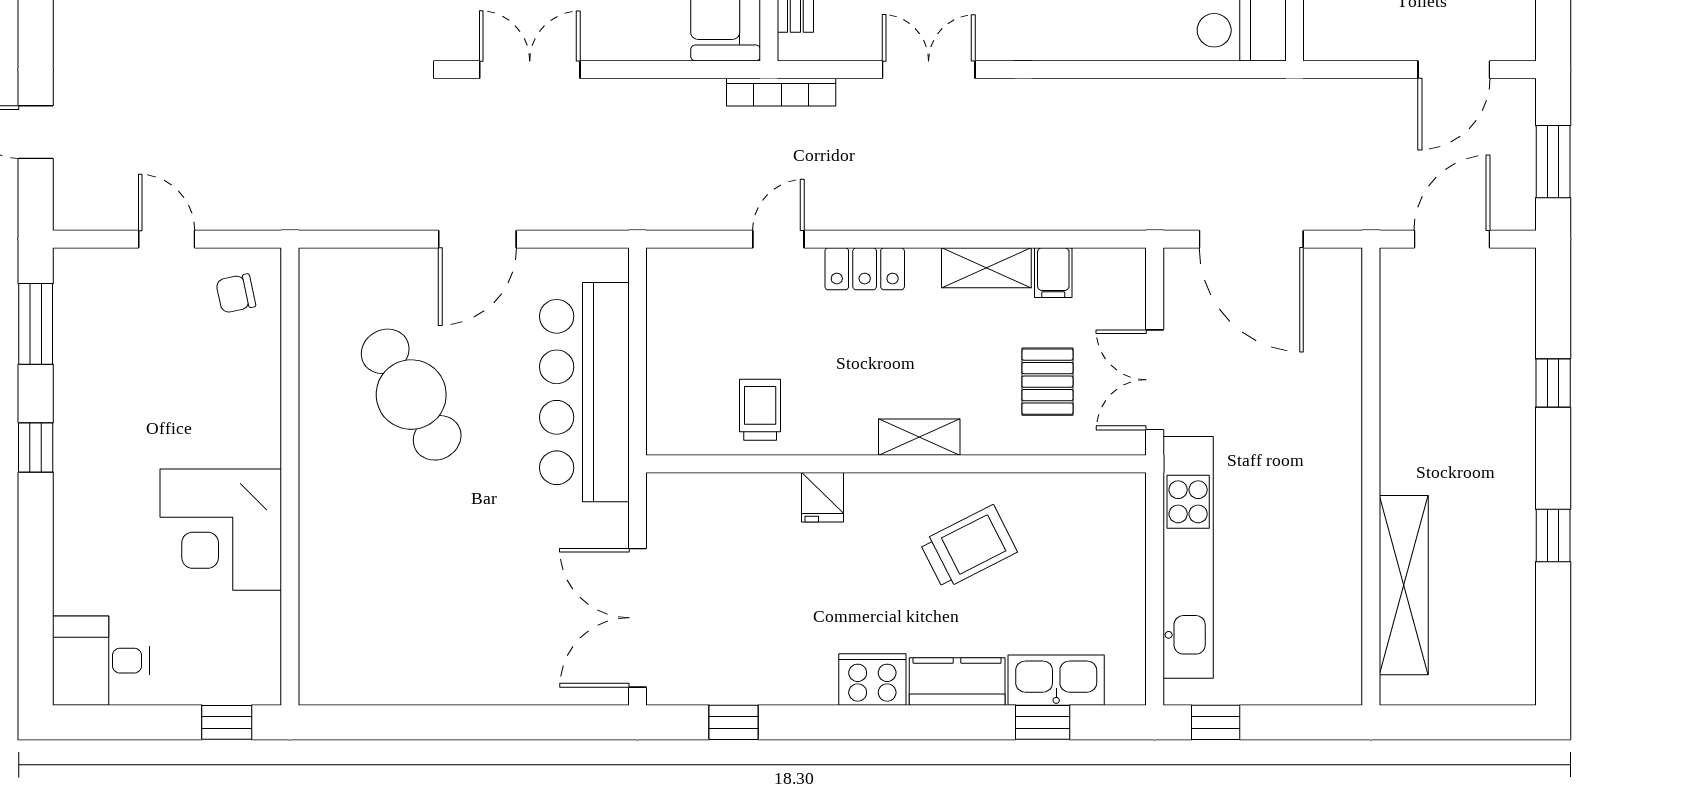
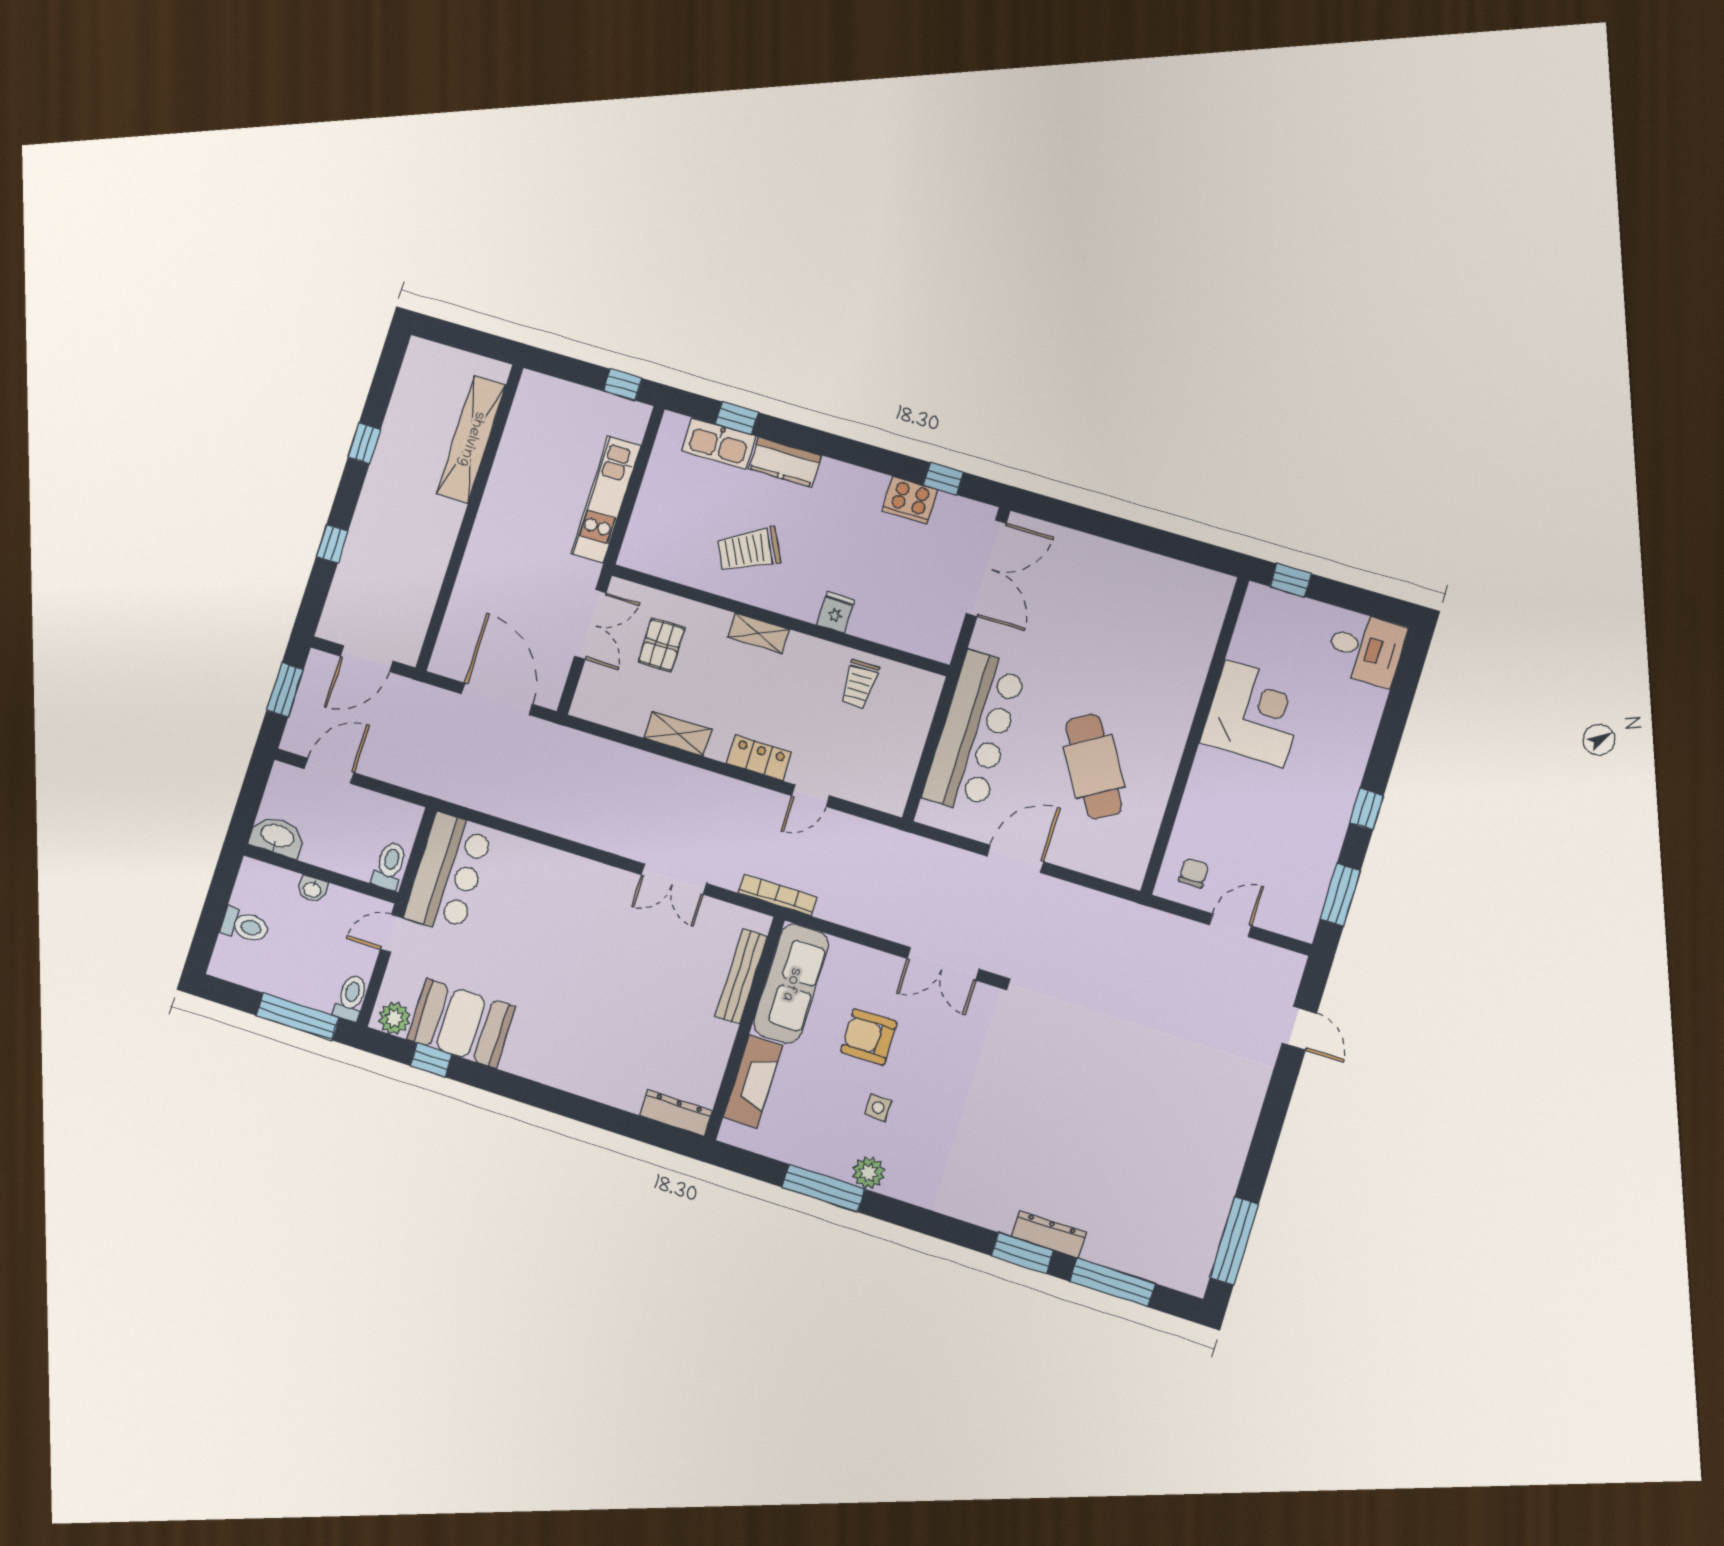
door: (167, 239) -> (1230, 925), swing flipped
filing cabinet: (1053, 273) -> (634, 717), removed
chair: (236, 293) -> (1194, 873), turned -78
kitchen unit: (1188, 557) -> (606, 500), width x0.73
cooker: (872, 680) -> (910, 500), moved

